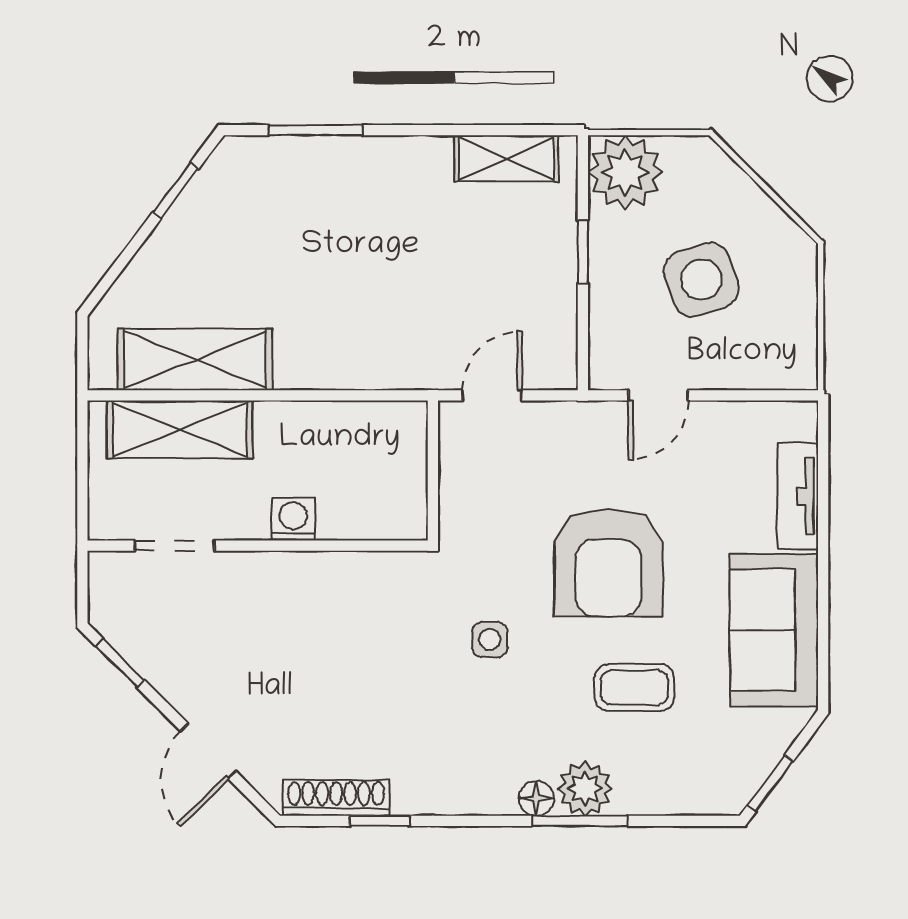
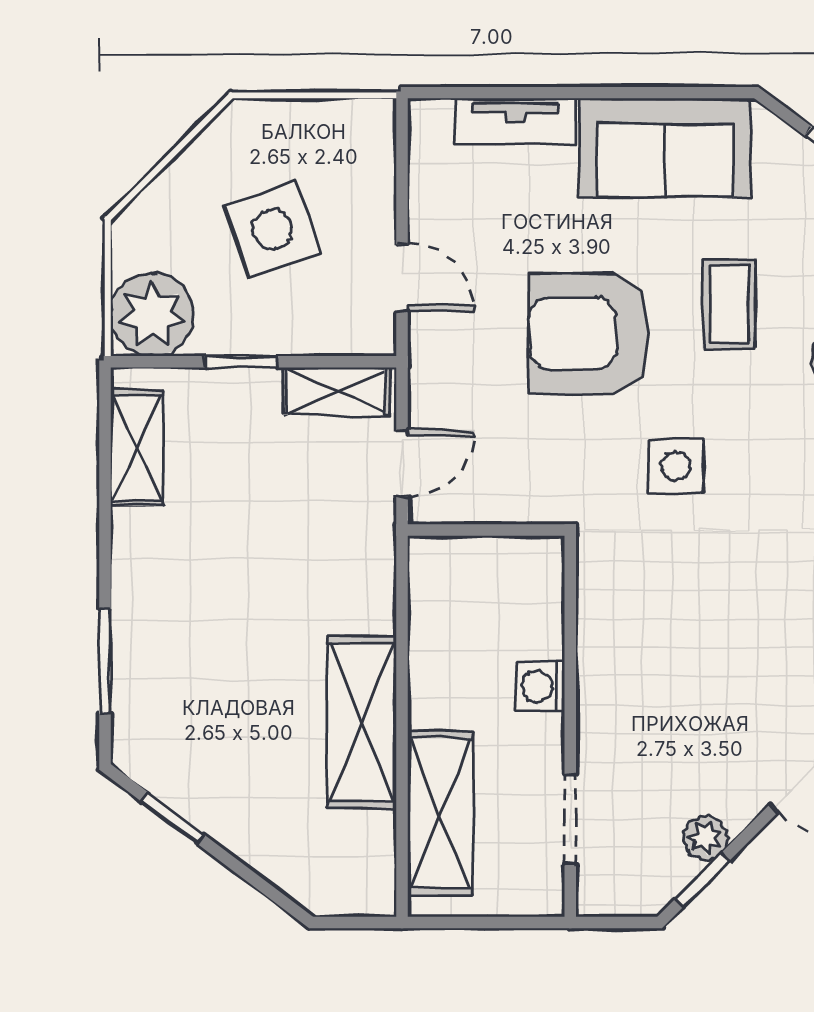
shelving: (557, 336) -> (336, 391), added
shelving: (195, 360) -> (362, 722), moved
door: (492, 395) -> (402, 463), swing flipped
armchair: (608, 563) -> (590, 333), turned 180
side table: (490, 640) -> (676, 466), width x1.37, depth x1.37
plant: (158, 666) -> (705, 838), added

